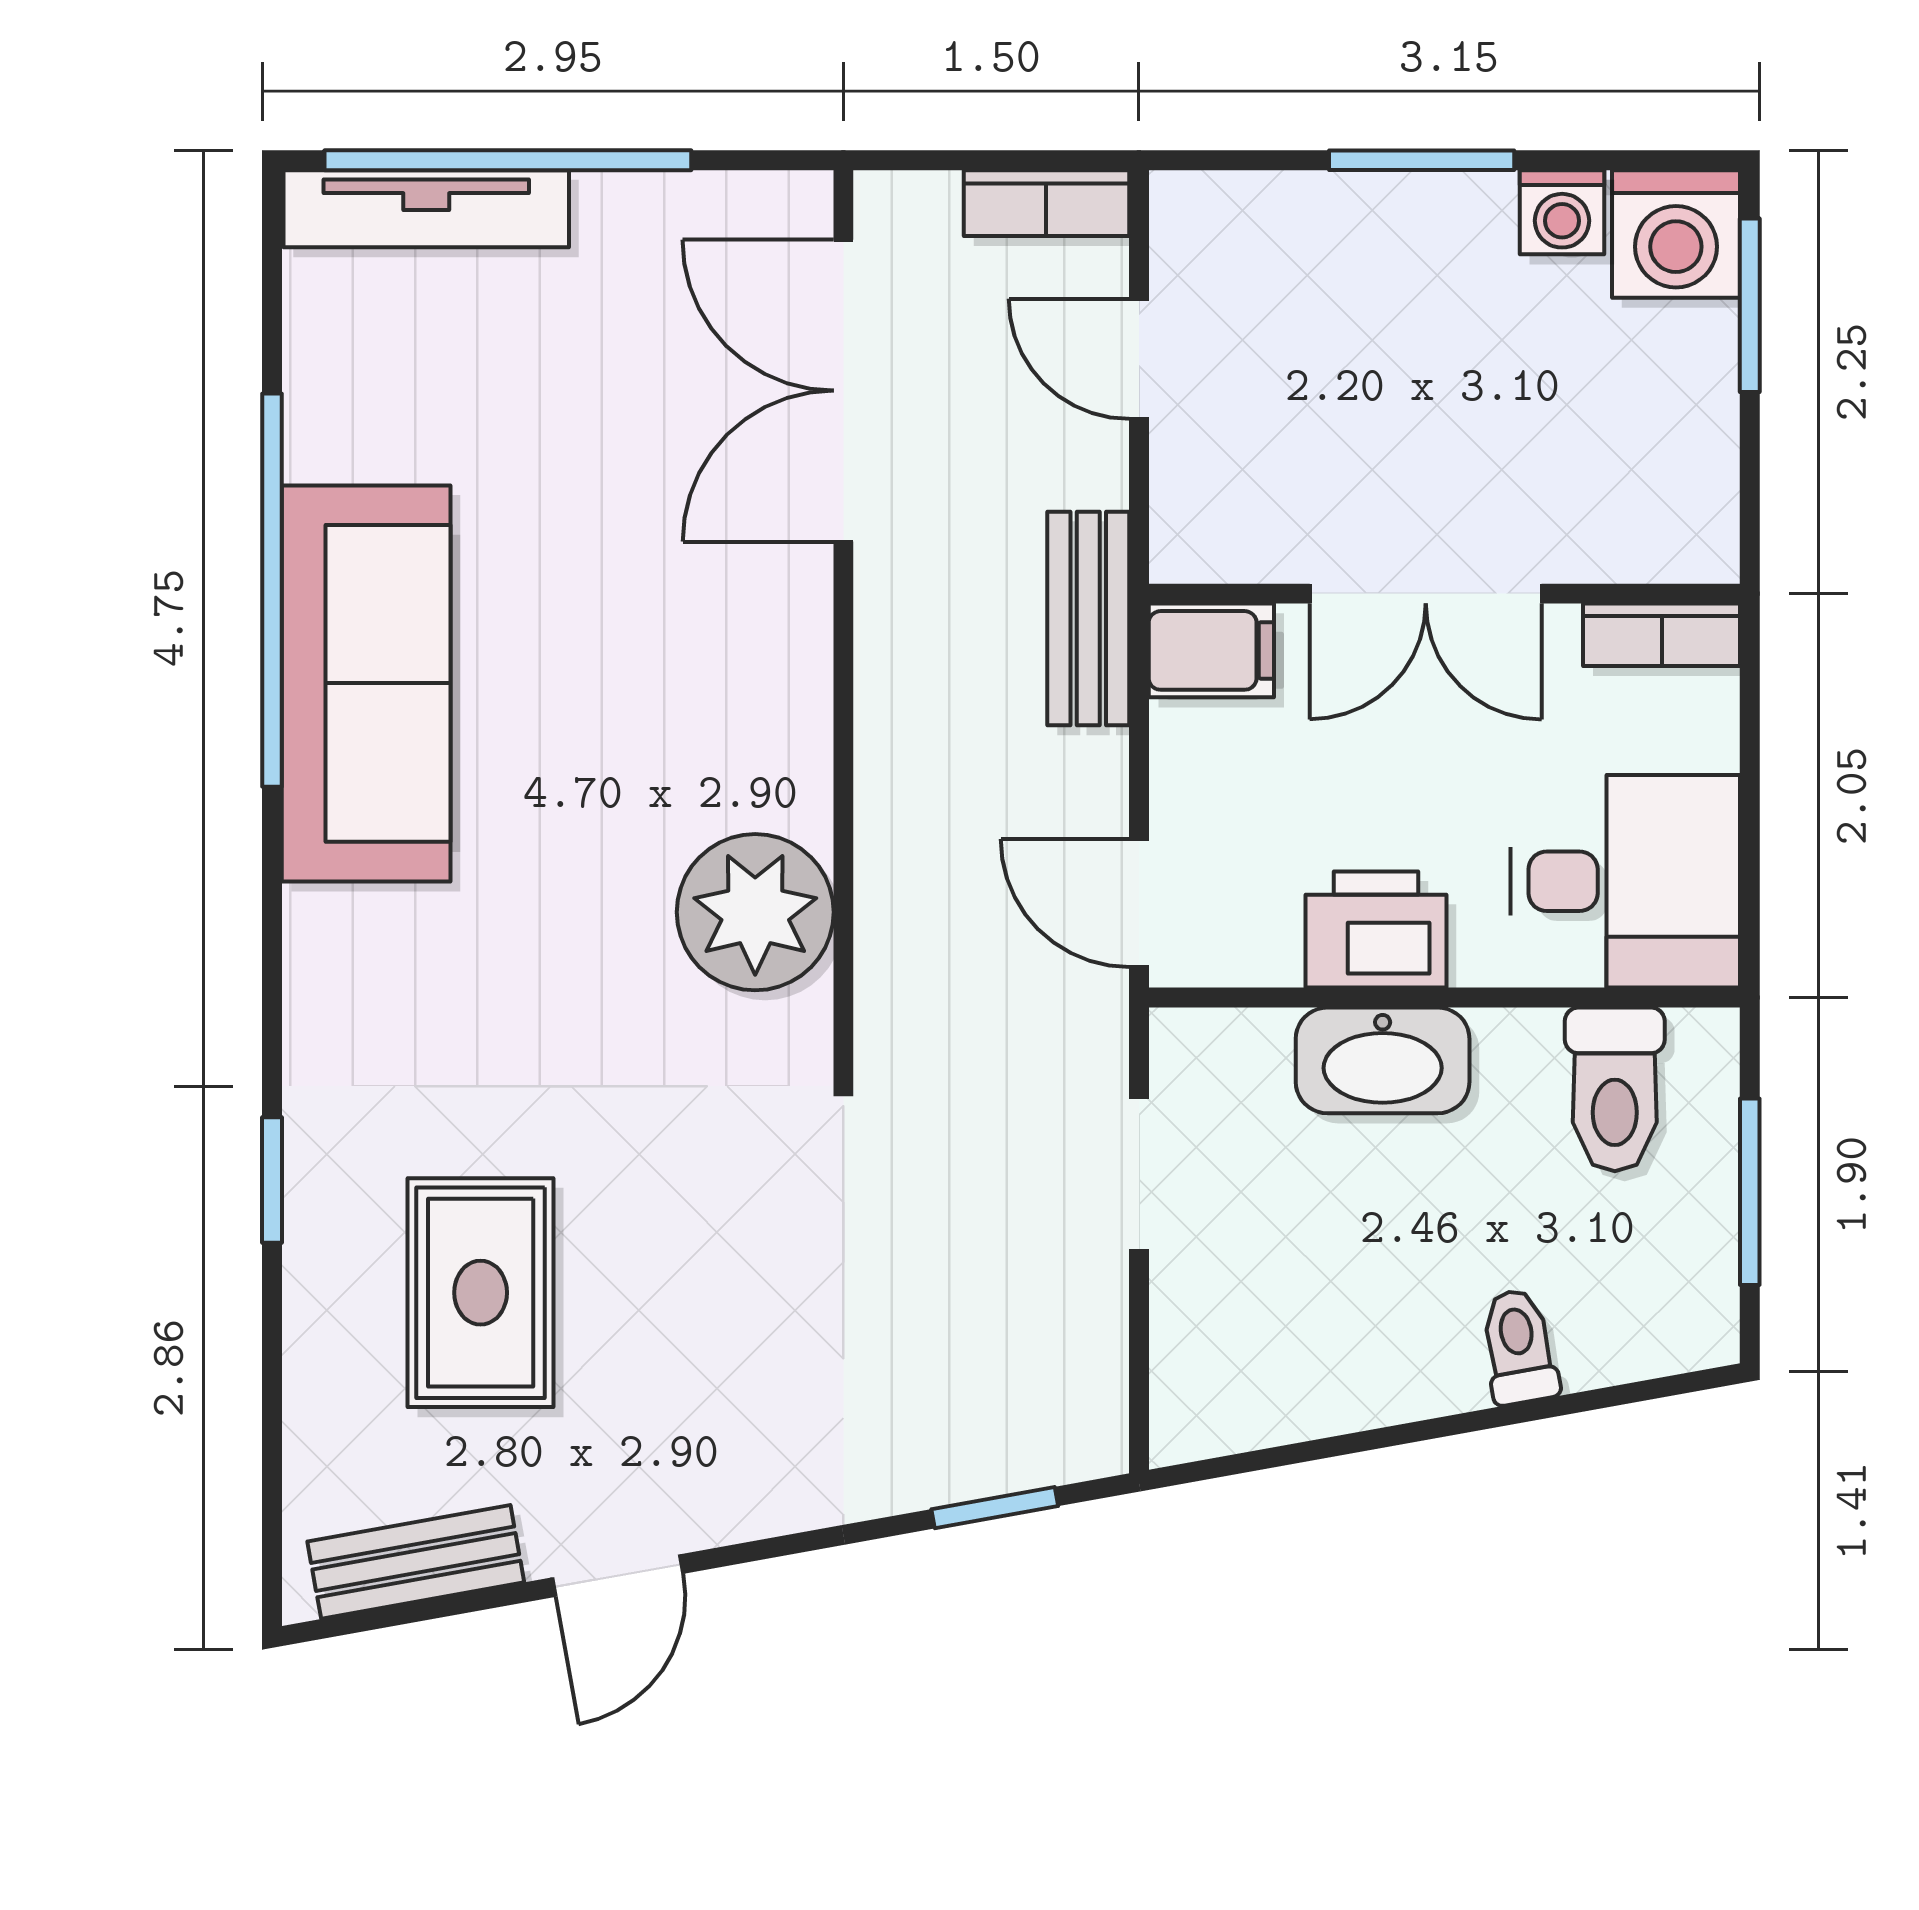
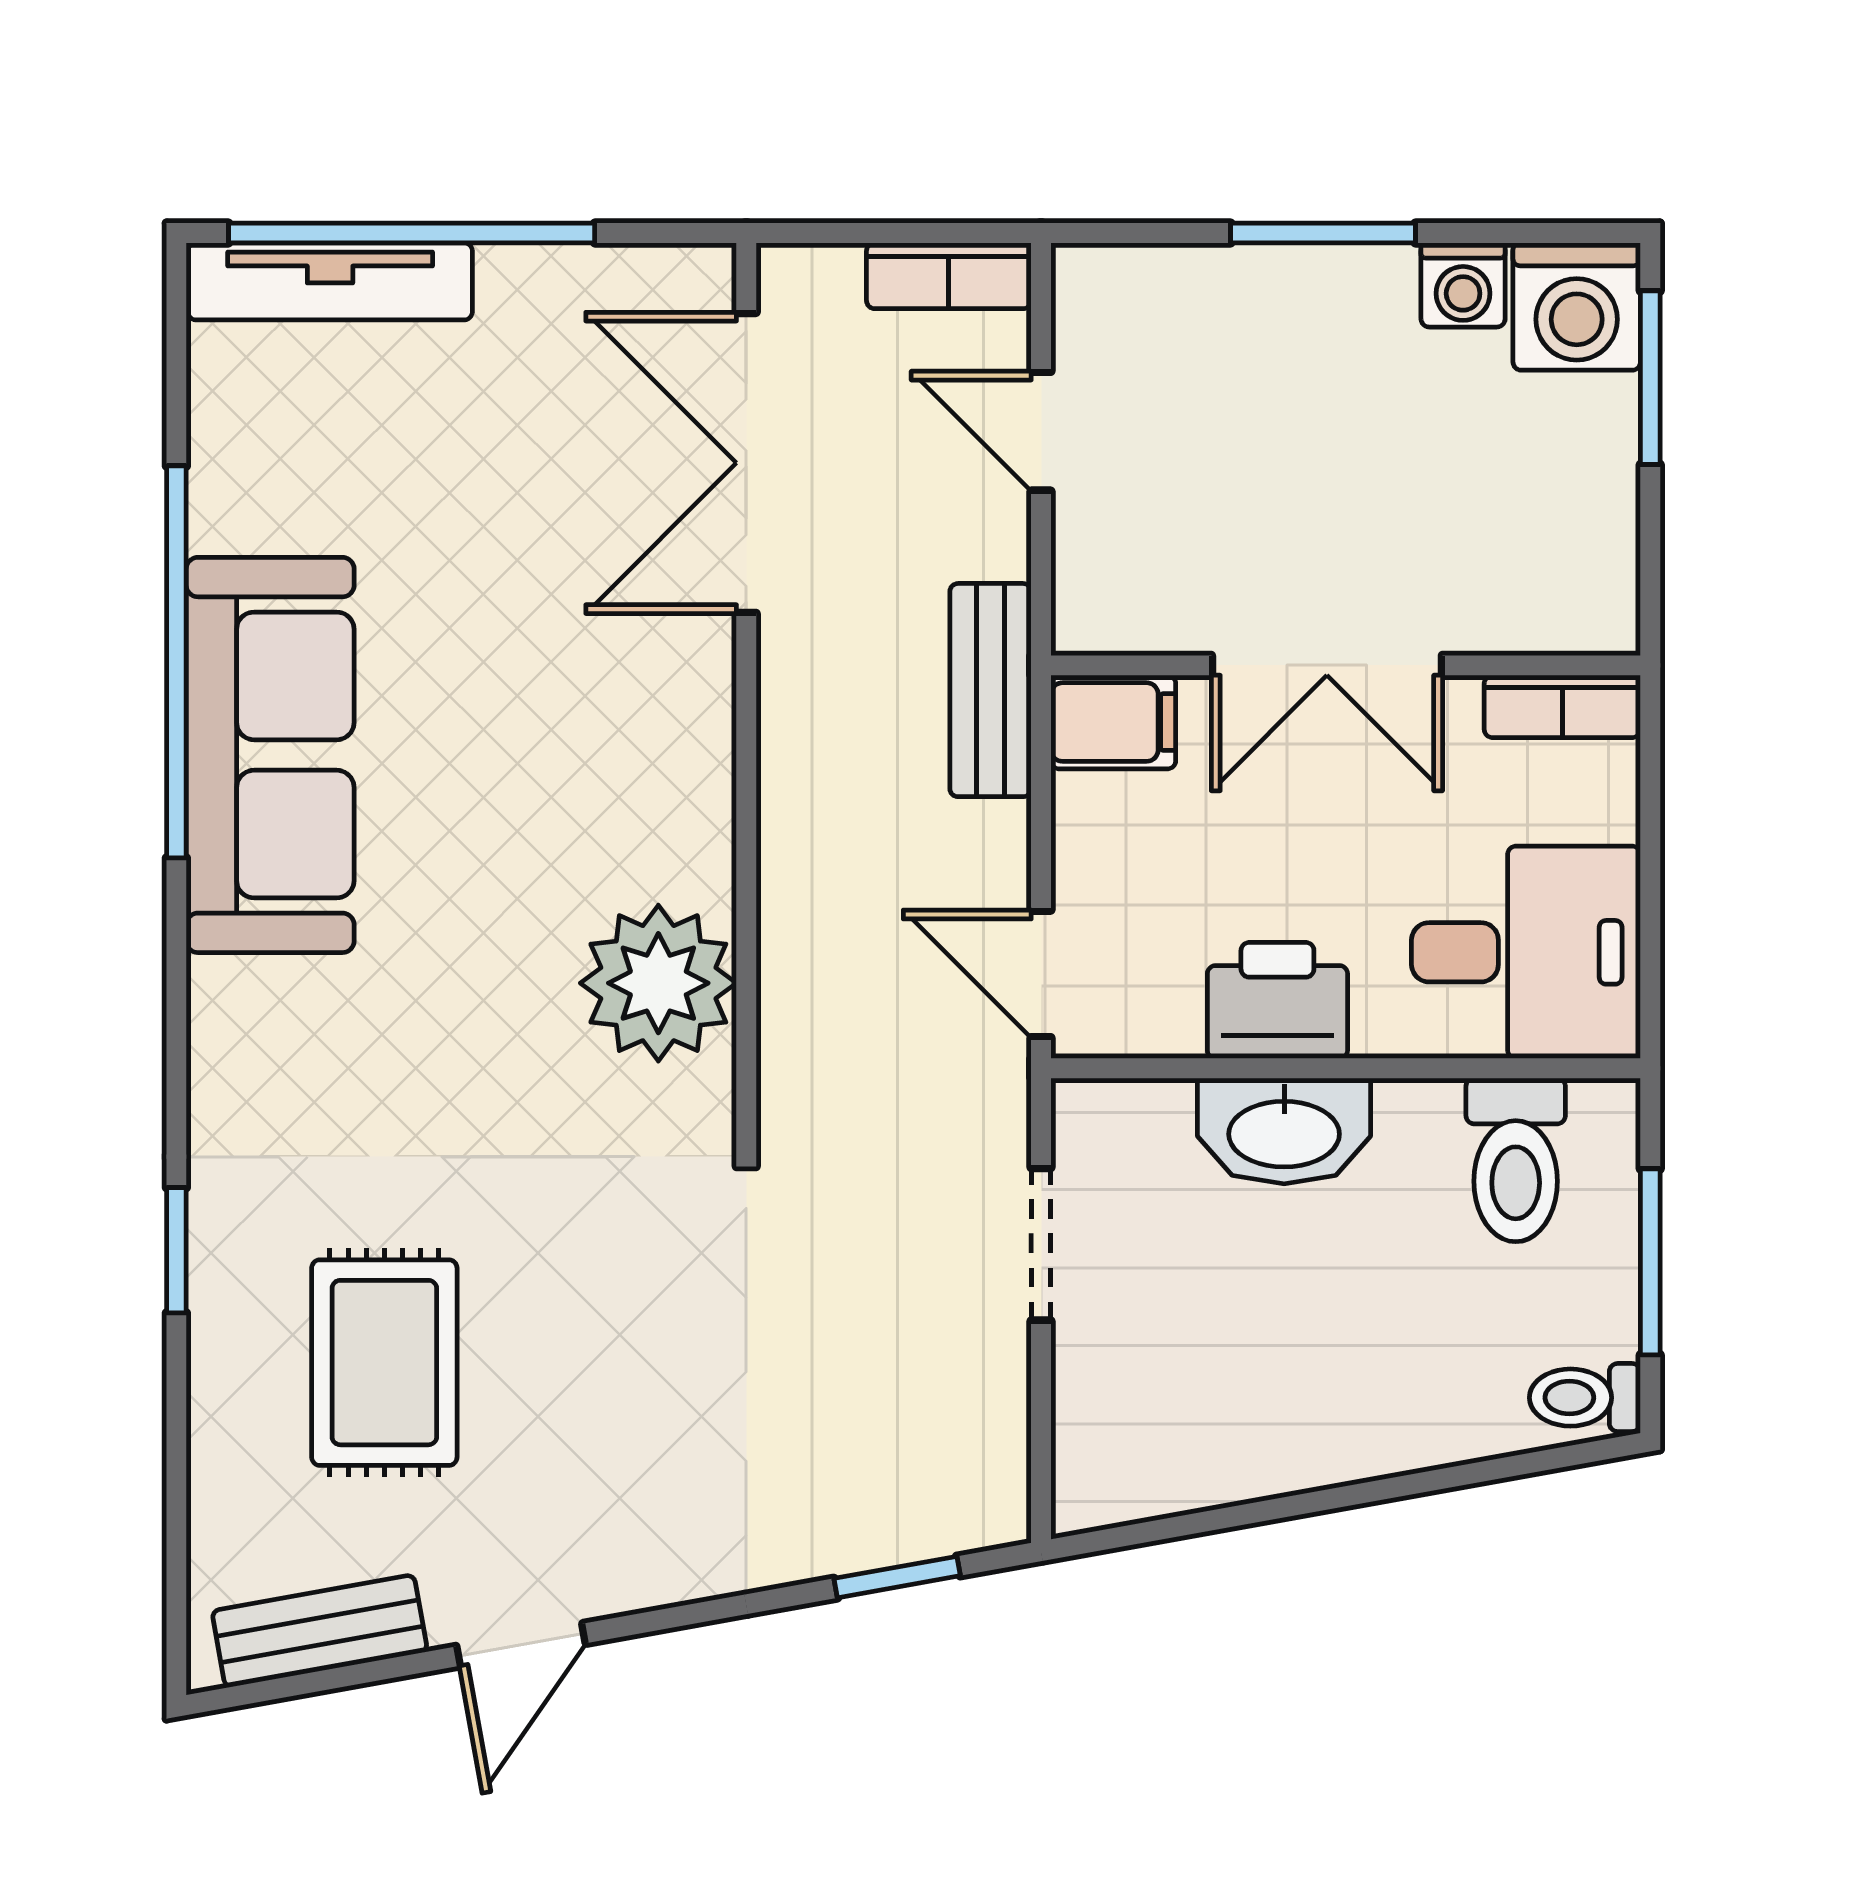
toilet: (1519, 1347) -> (1585, 1398), moved, turned -80

